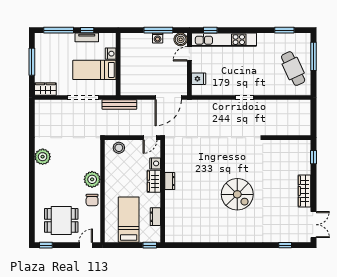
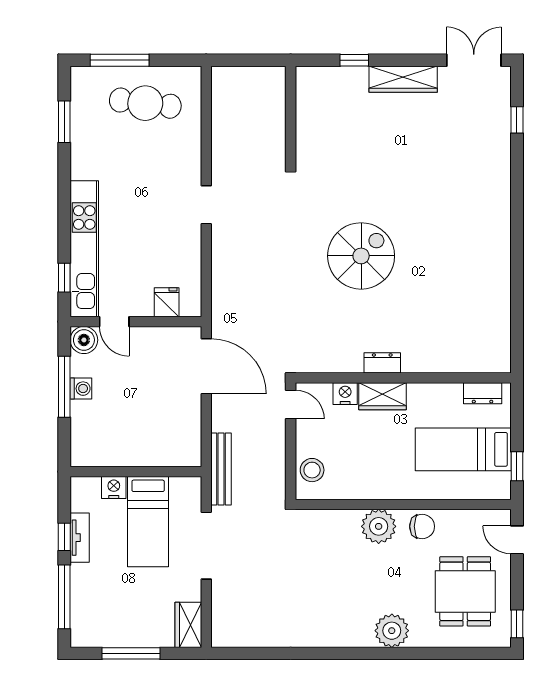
cafe table: (293, 69) -> (145, 103), turned 32
plant: (43, 157) -> (392, 631), moved
window: (314, 157) -> (354, 60), moved
spiral stairs: (237, 194) -> (361, 256), moved
dresser: (155, 217) -> (483, 393), moved
window: (150, 245) -> (517, 466), moved

